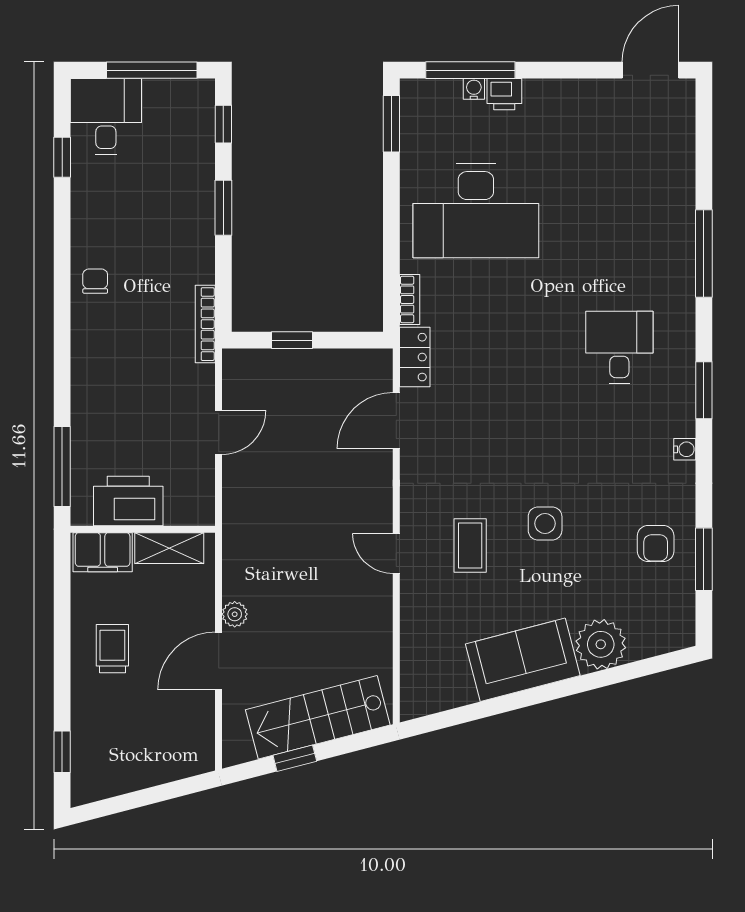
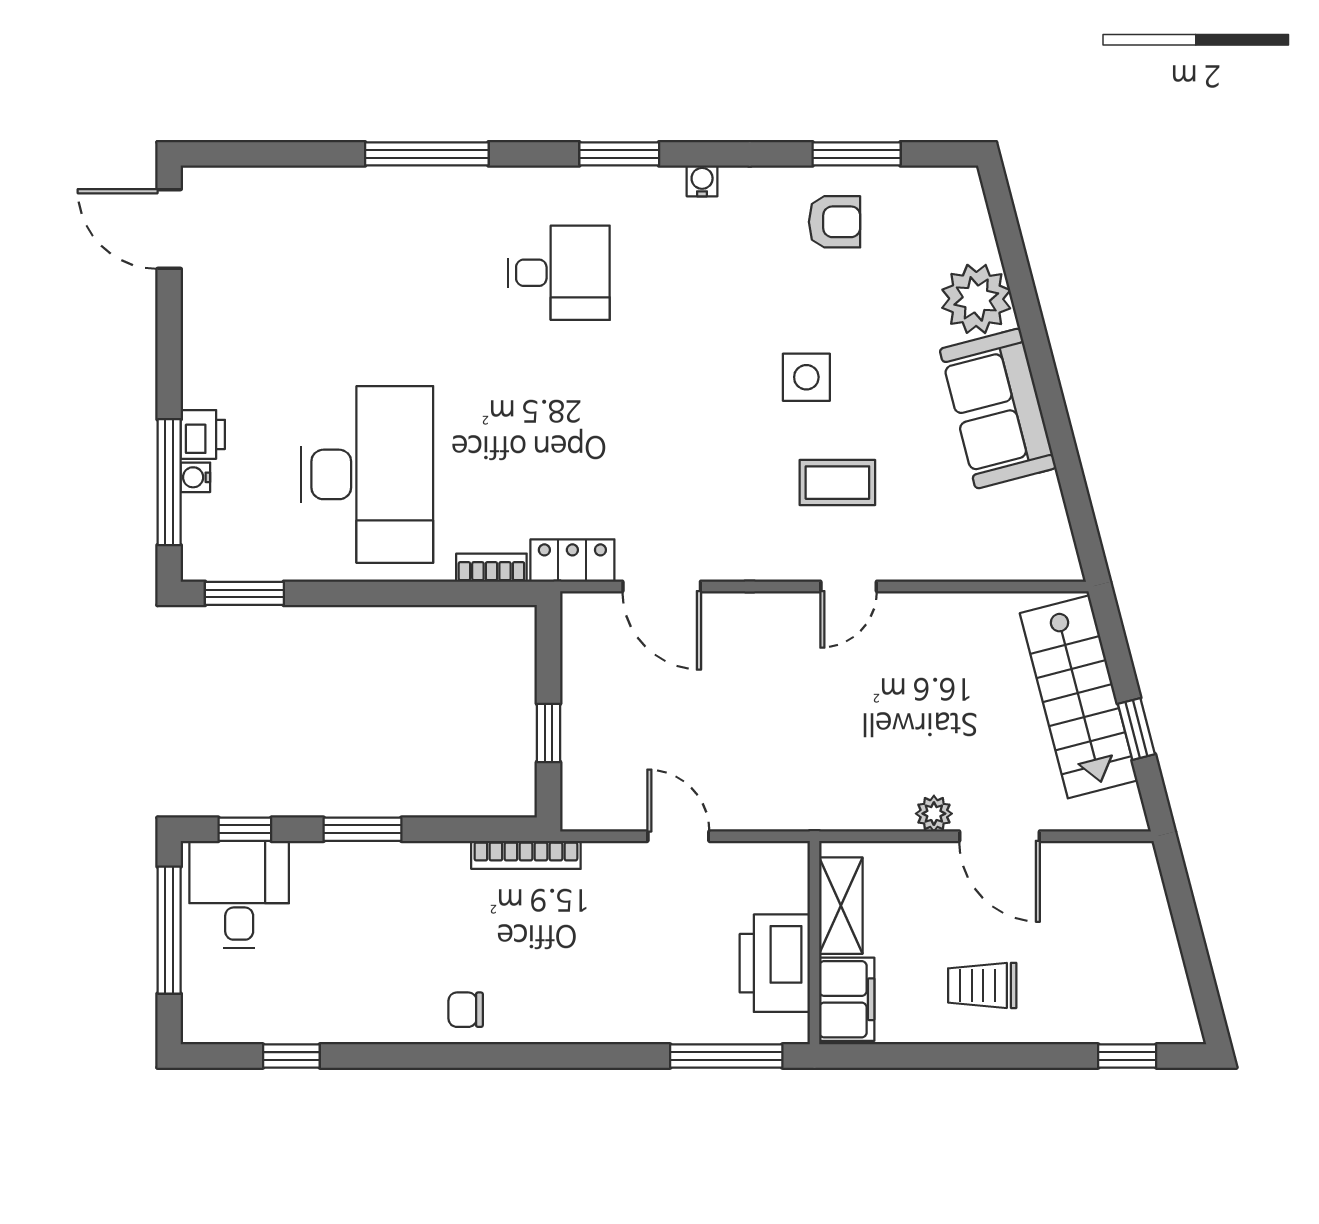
desk: (106, 117) -> (239, 895), moved, turned 90
desk: (619, 347) -> (559, 273), turned 180

